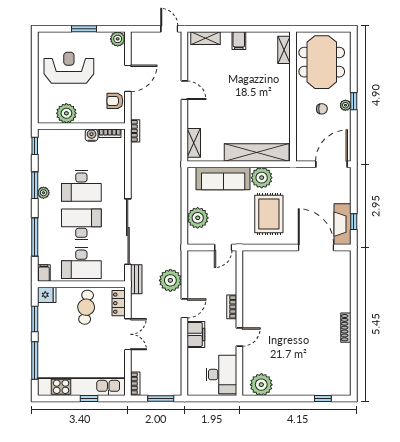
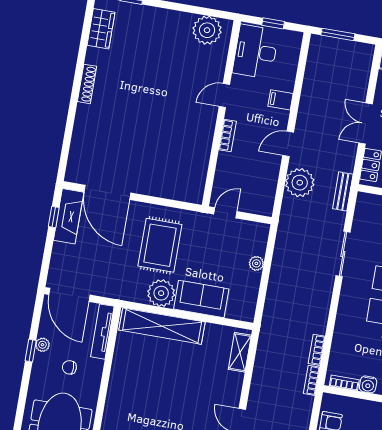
window: (354, 101) -> (31, 351), moved
plant: (345, 105) -> (42, 345), moved
tv unit: (302, 140) -> (102, 332), added
door: (332, 164) -> (69, 295), hinge flipped
sofa: (223, 178) -> (201, 299), width x0.73
plant: (198, 218) -> (256, 263), width x0.53, depth x0.53
sliding door: (128, 232) -> (343, 254), width x0.54
filing cabinet: (196, 334) -> (281, 100), width x0.50
wardrobe: (342, 372) -> (101, 29), added
bookcase: (135, 384) -> (317, 350), moved
window: (212, 399) -> (273, 23), added

